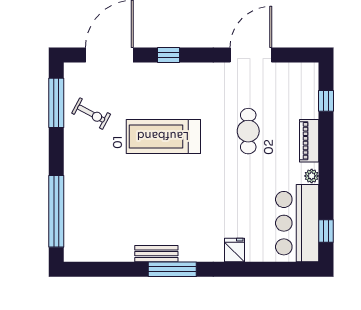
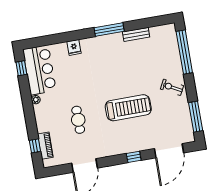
exercise bike: (91, 114) -> (172, 87), moved
piano: (309, 141) -> (45, 146), moved
bench: (156, 254) -> (136, 34), moved

